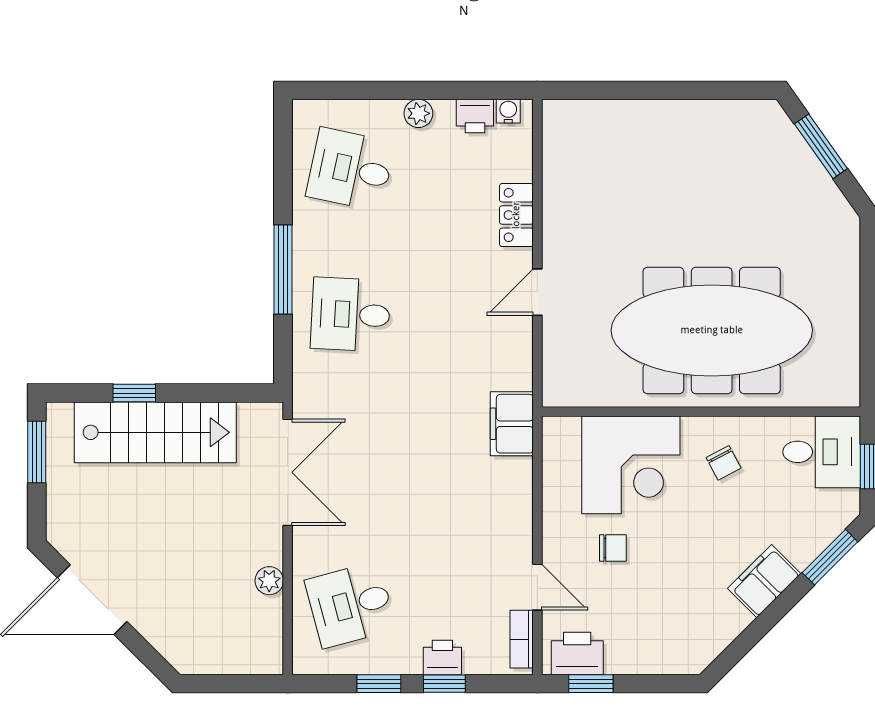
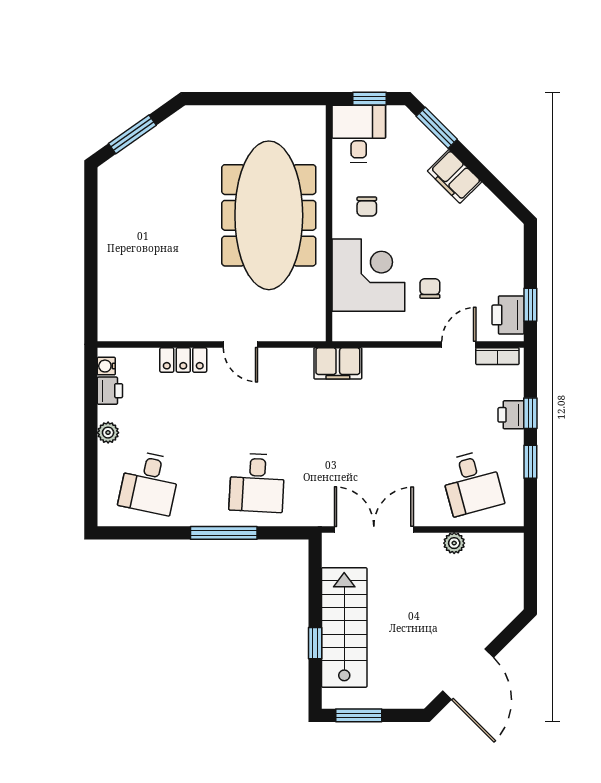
chair: (724, 463) -> (367, 207), turned 118

